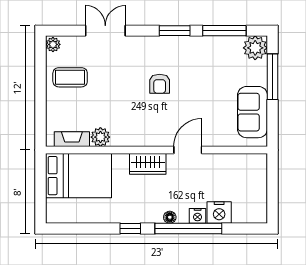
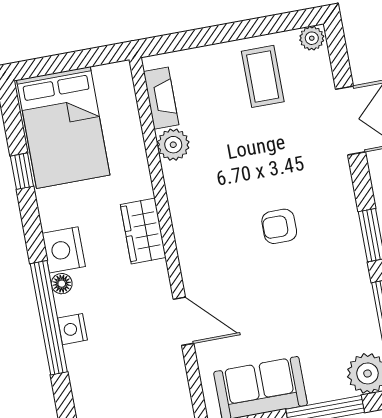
door: (188, 150) -> (183, 321), moved
bed: (79, 176) -> (63, 128), moved
nightstand: (219, 212) -> (64, 250), moved
window: (130, 228) -> (22, 171), moved

